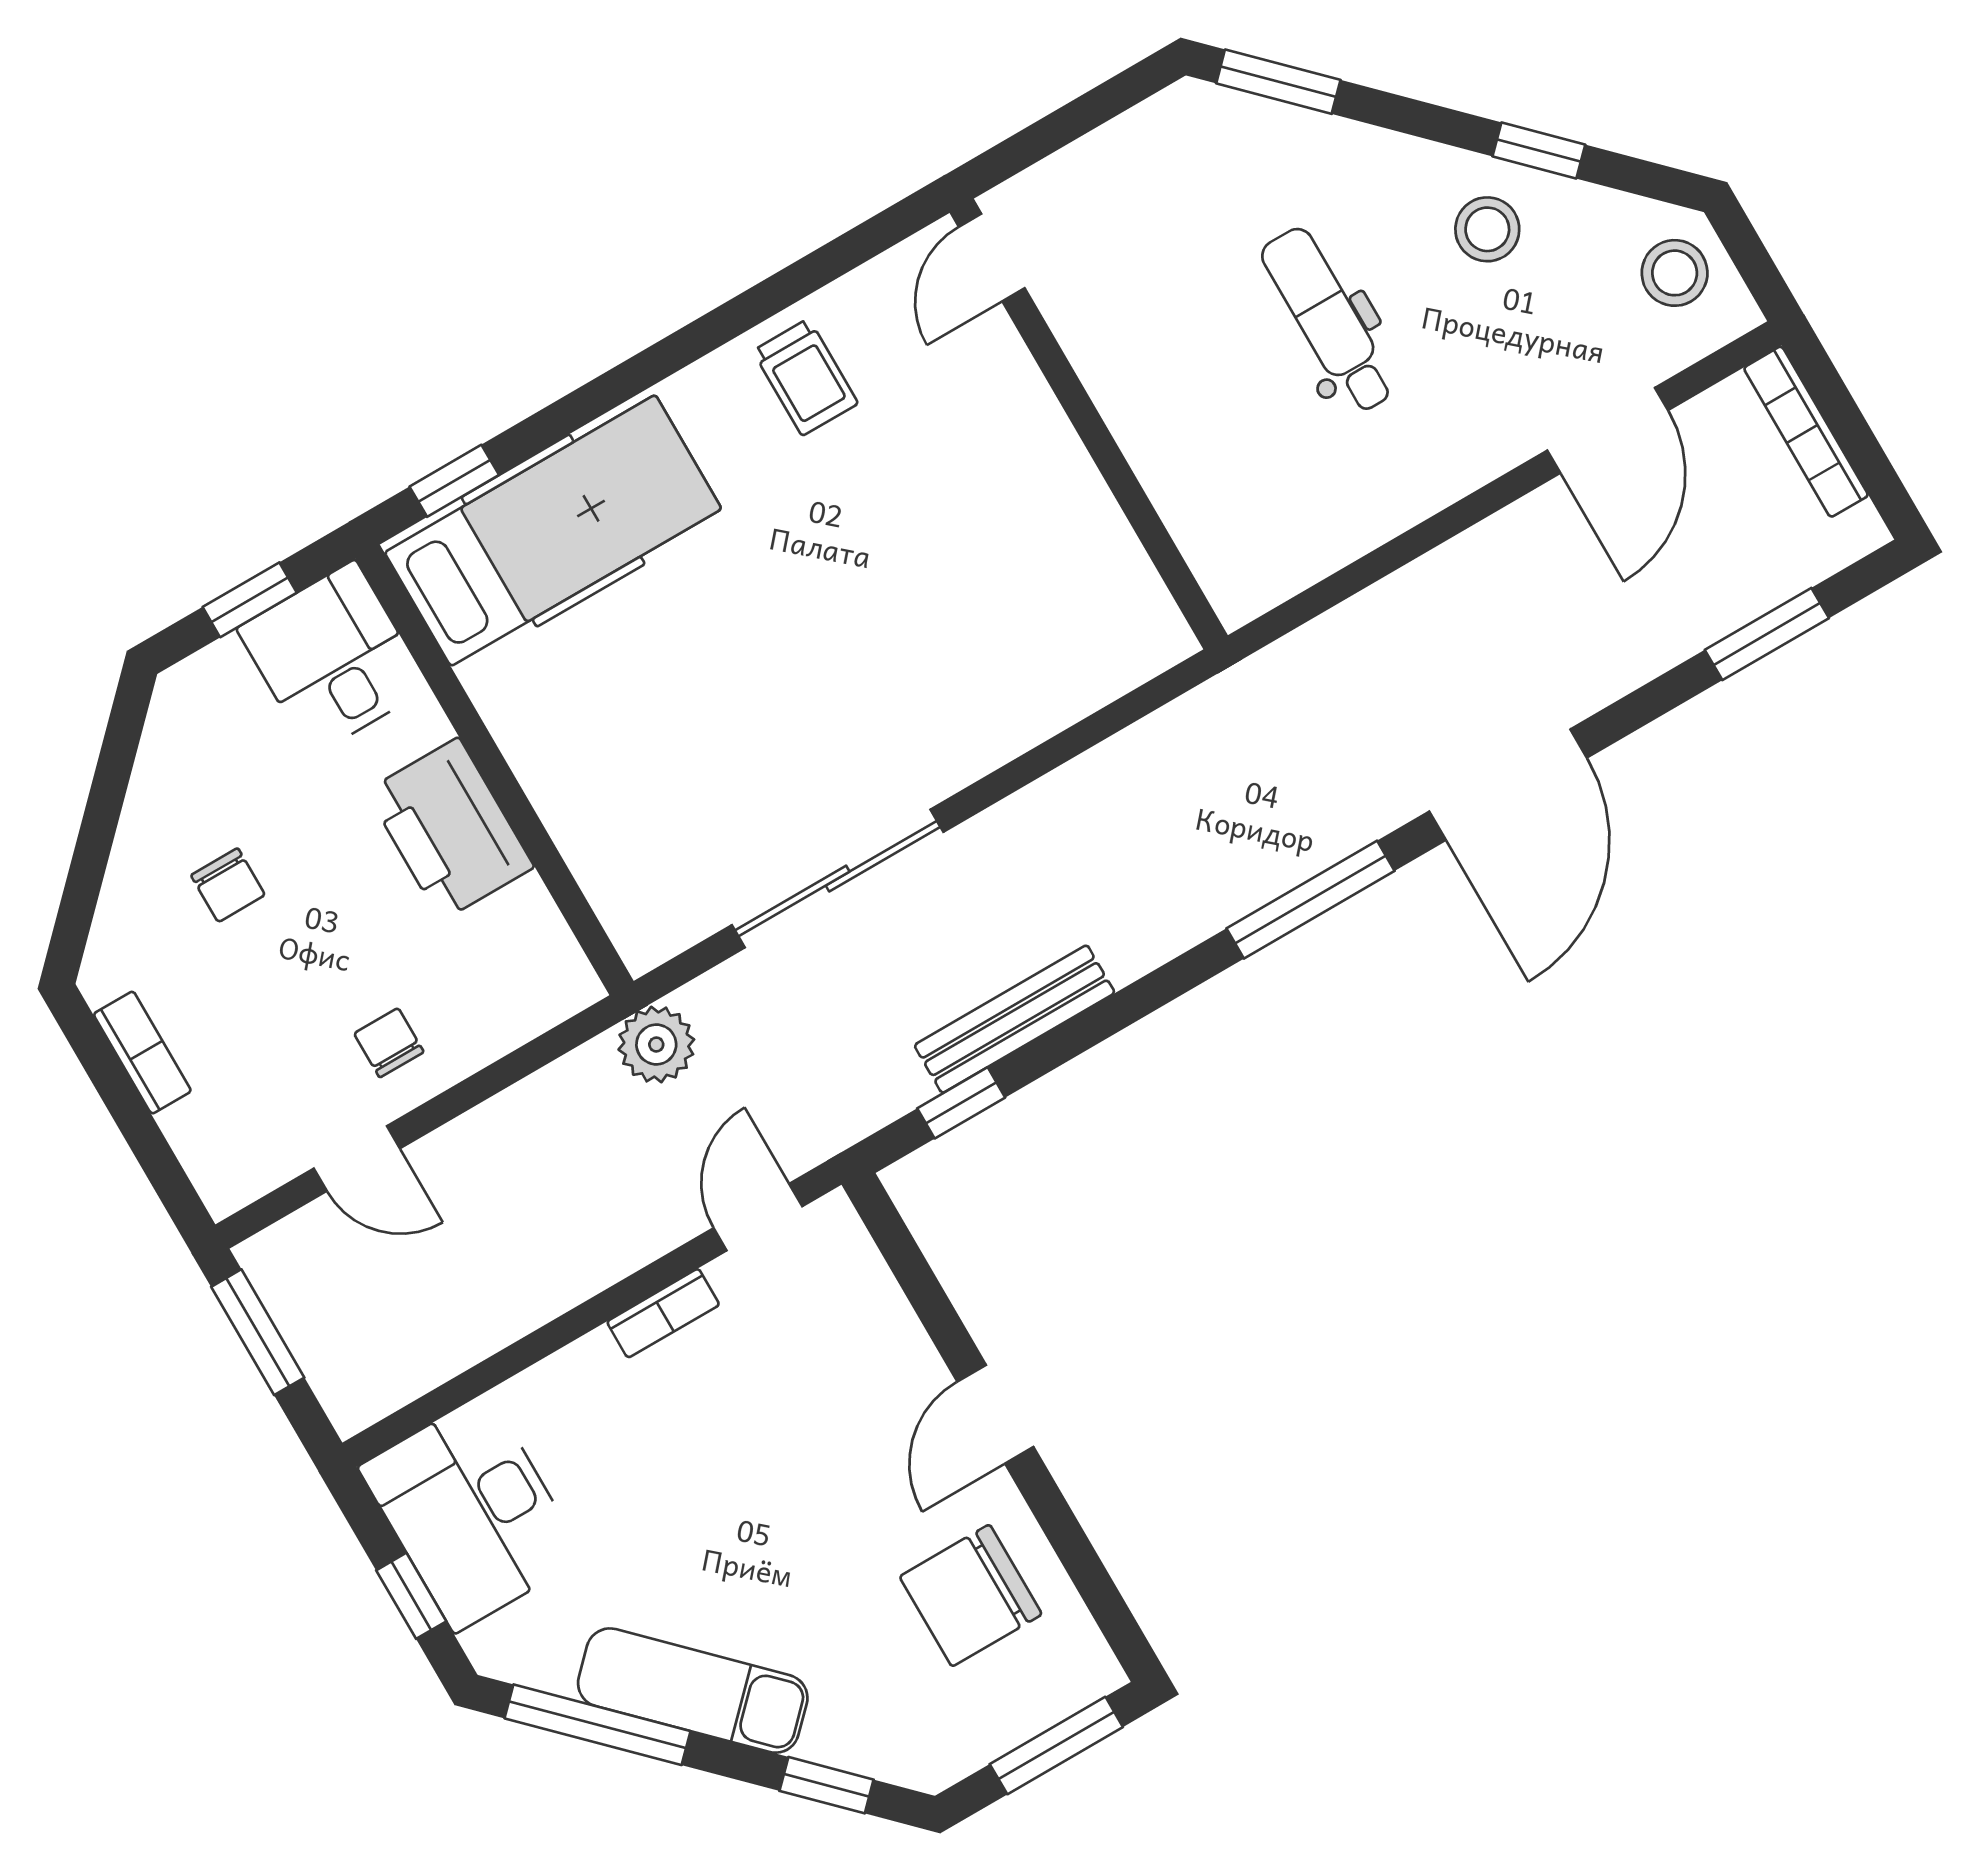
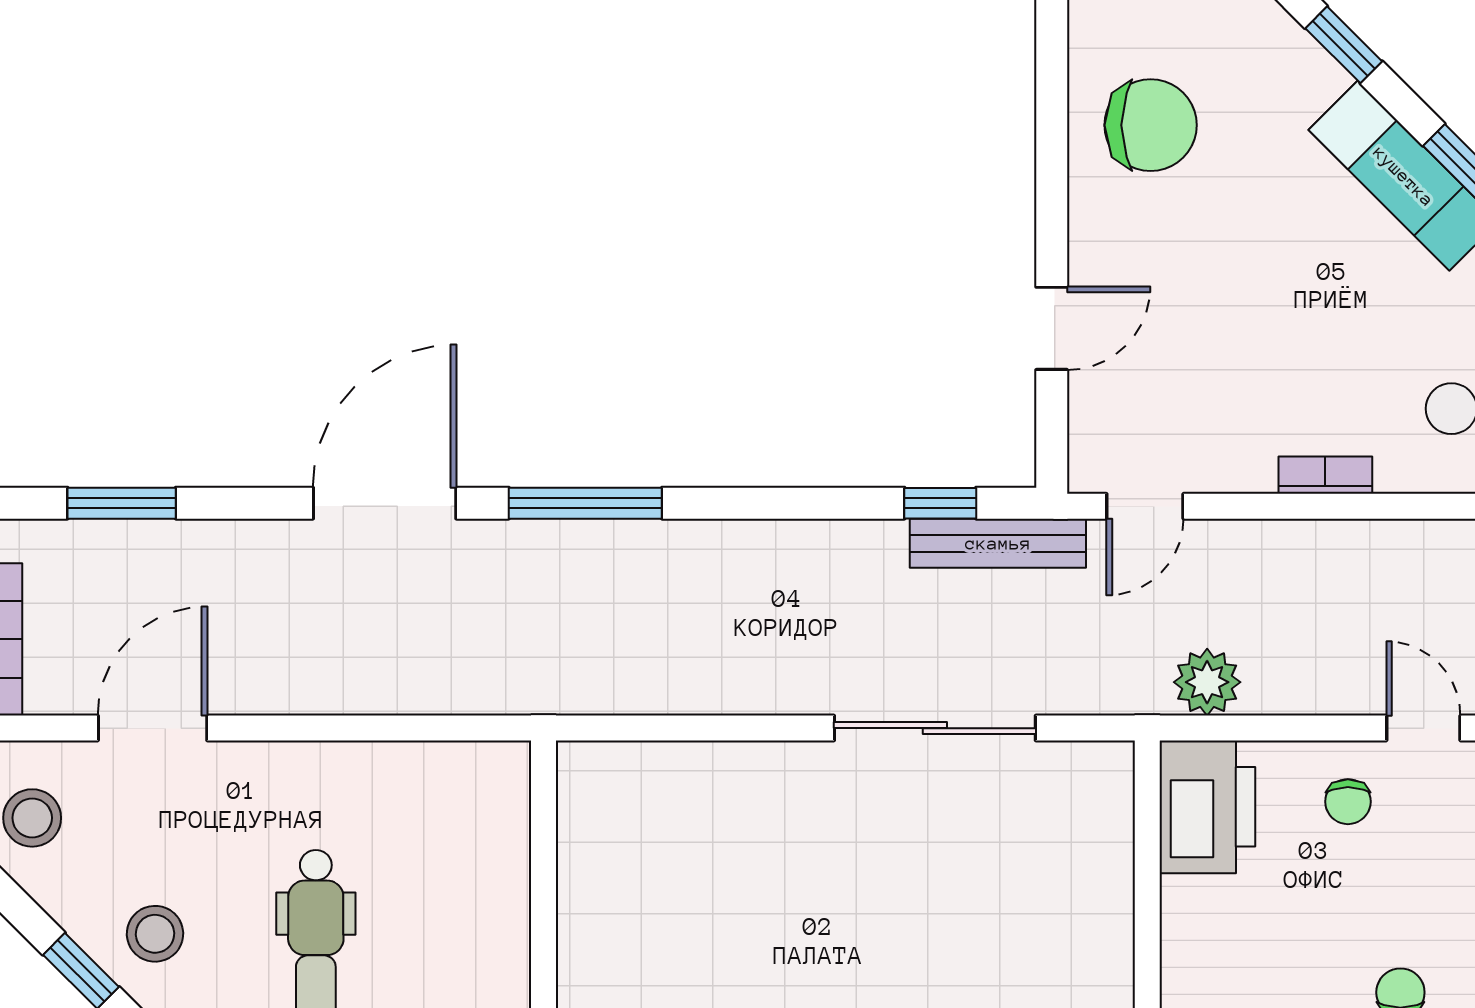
printer: (450, 829) -> (1207, 807), moved
bench: (1015, 1019) -> (998, 543), moved
plant: (656, 1044) -> (1207, 682), moved
bookcase: (663, 1313) -> (1325, 475), moved
door: (995, 1414) -> (1052, 328), moved

